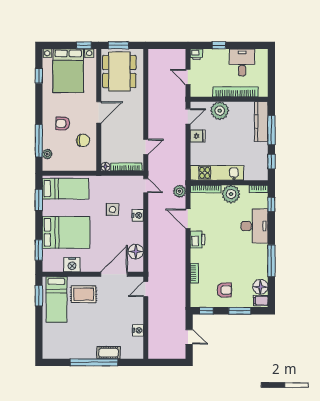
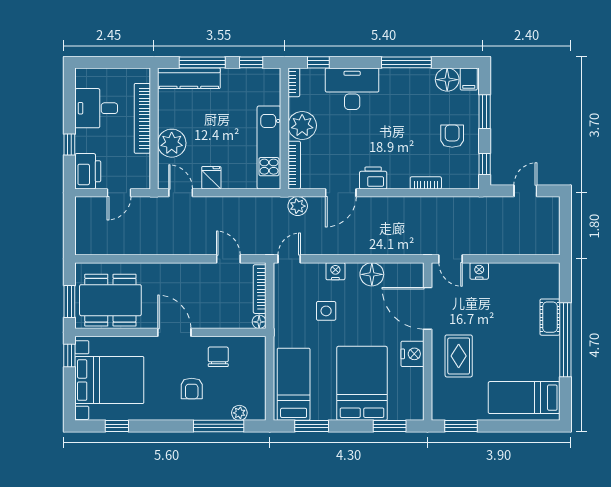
printer: (196, 54) -> (88, 171), width x1.87, depth x1.48
floor lamp: (136, 252) -> (372, 274), moved
nightstand: (72, 265) -> (413, 354), moved
bed: (56, 300) -> (524, 398), moved, turned 180
nightstand: (138, 330) -> (479, 271), moved

